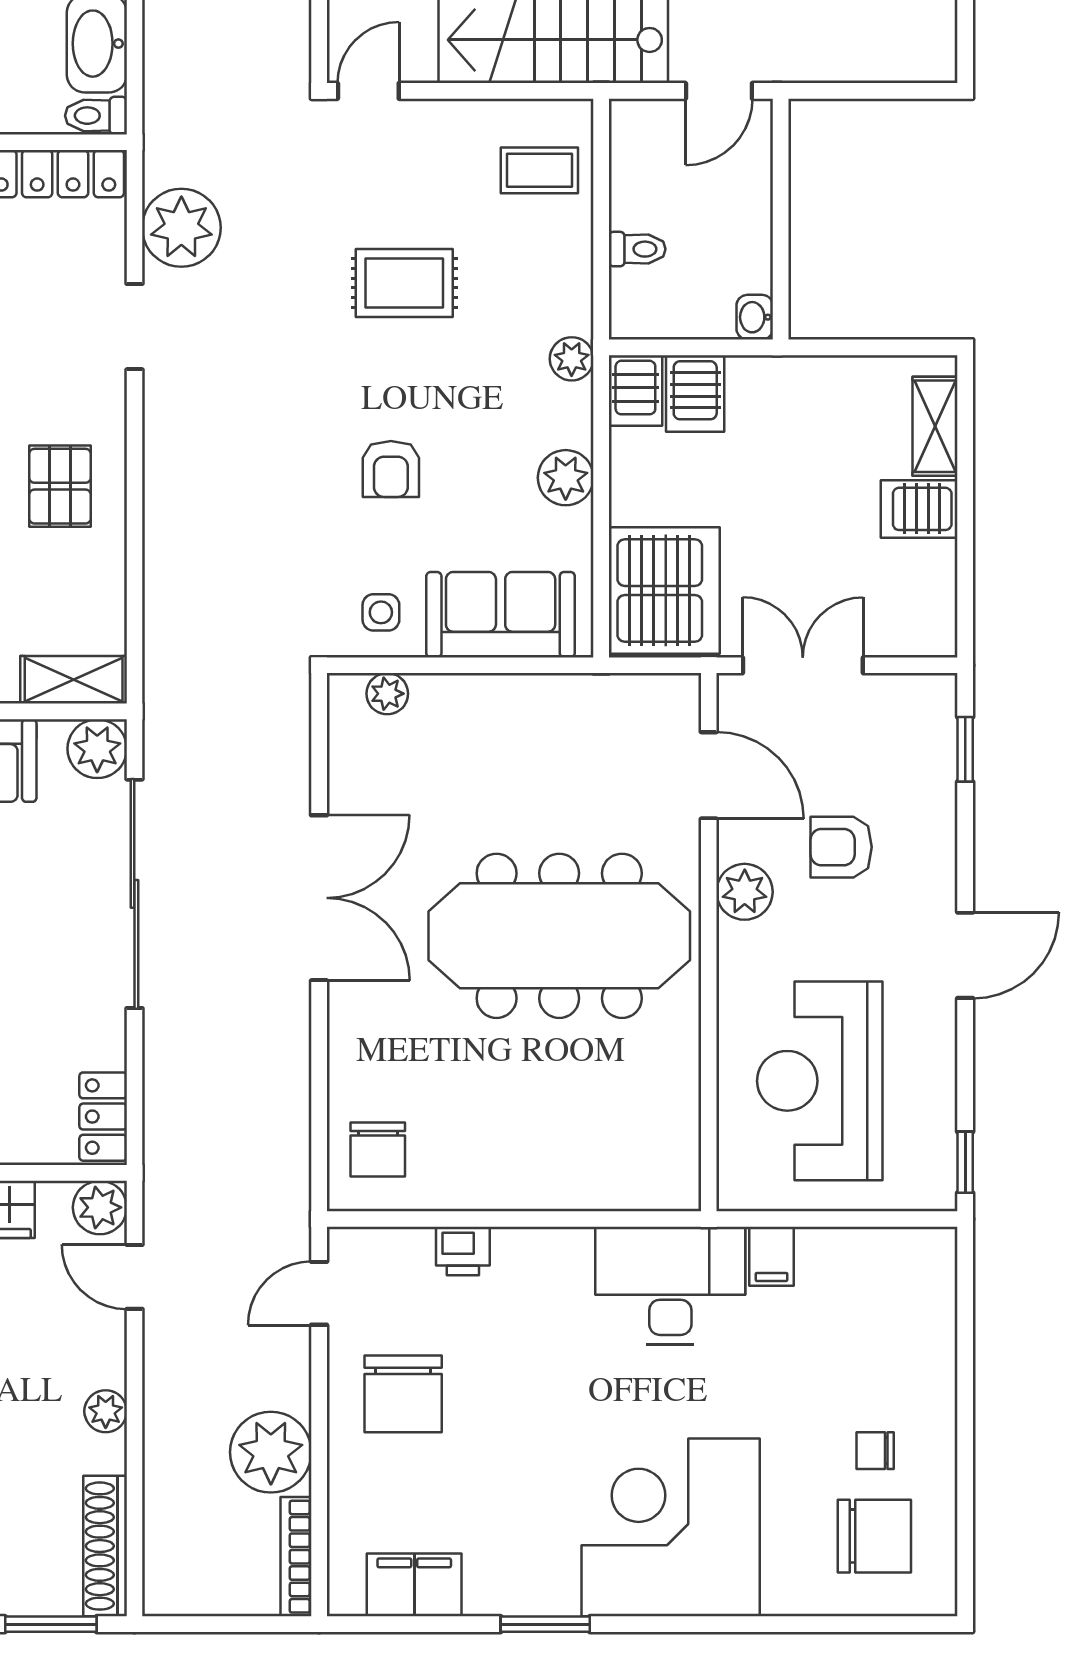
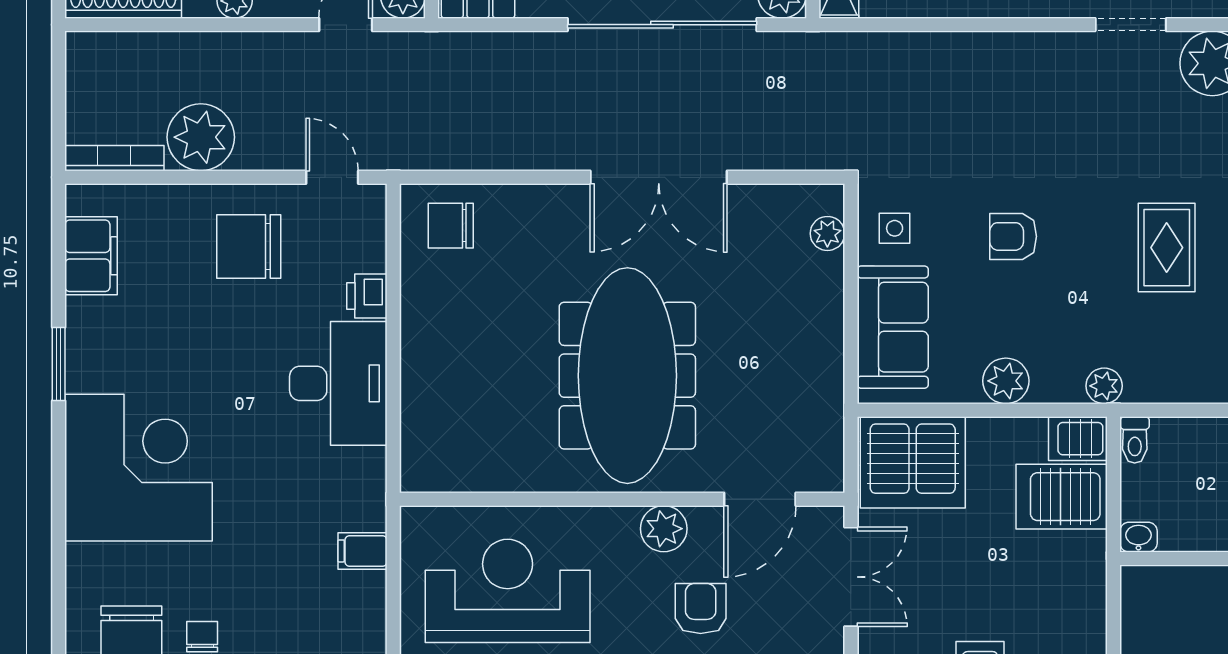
toilet: (637, 249) -> (1135, 440), moved
server rack: (695, 393) -> (1062, 497), width x1.36, depth x1.44
desk: (670, 1286) -> (338, 383), moved

